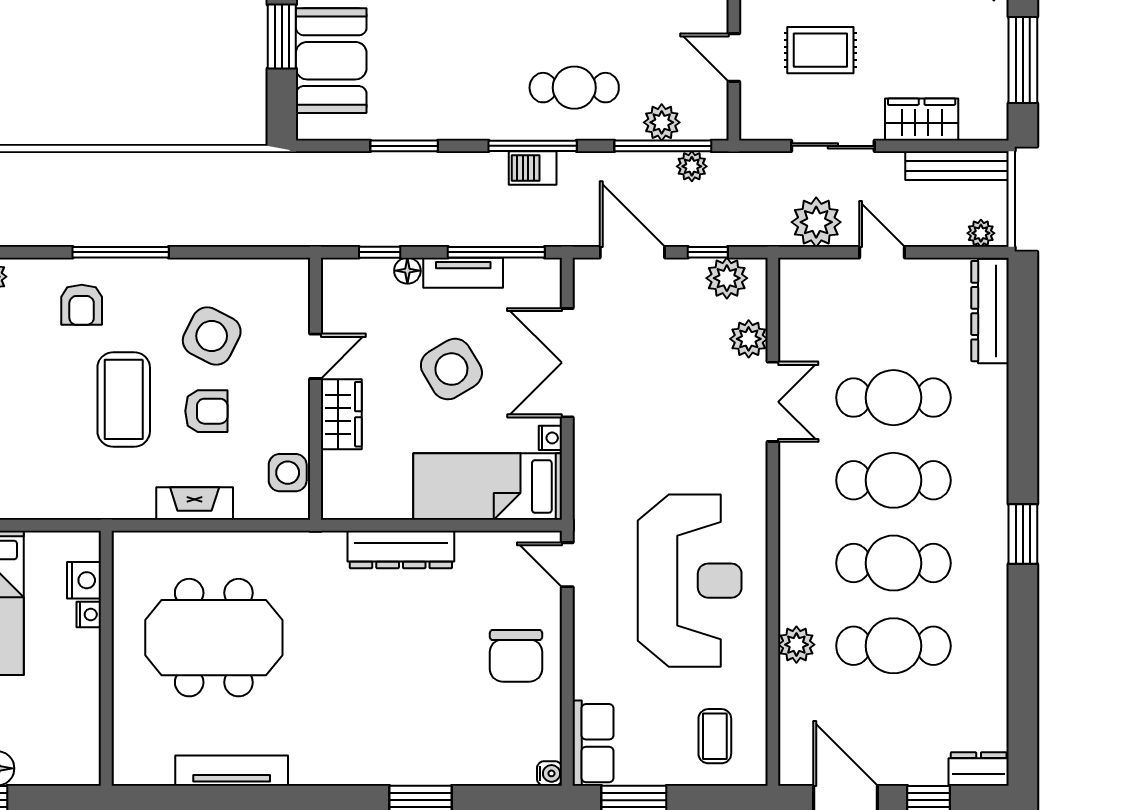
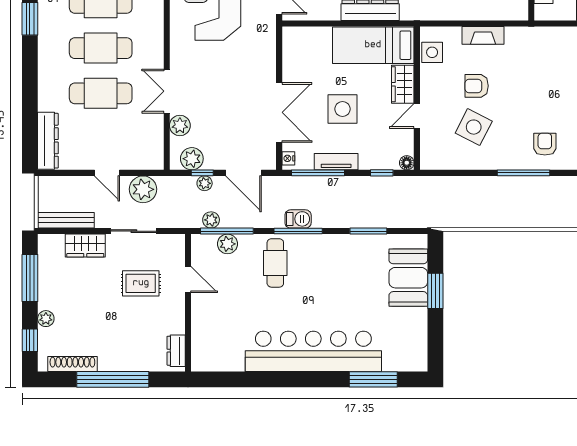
cafe table: (574, 88) -> (275, 263), turned 90
plant: (981, 233) -> (205, 183), moved
floor lamp: (407, 271) -> (407, 163), moved
side table: (451, 369) -> (343, 109), turned 31
coffee table: (124, 399) -> (522, 92), removed
nightstand: (550, 438) -> (288, 158), moved
bed: (488, 486) -> (373, 45), moved, turned 180

